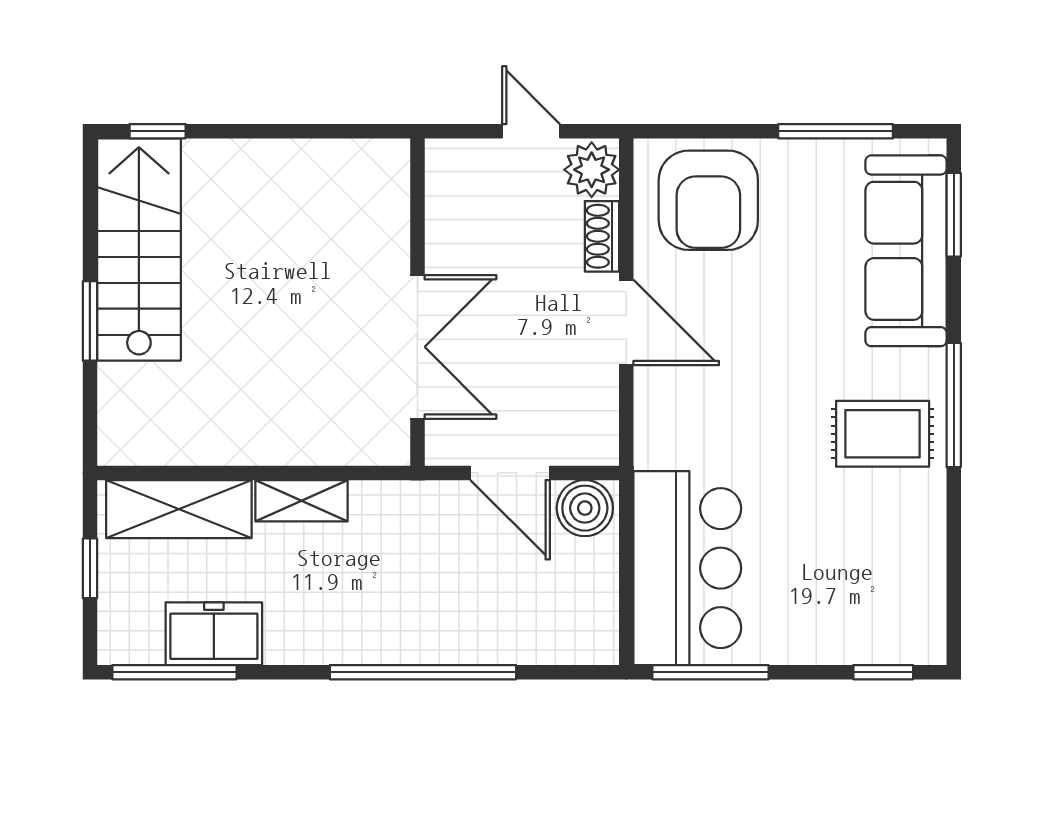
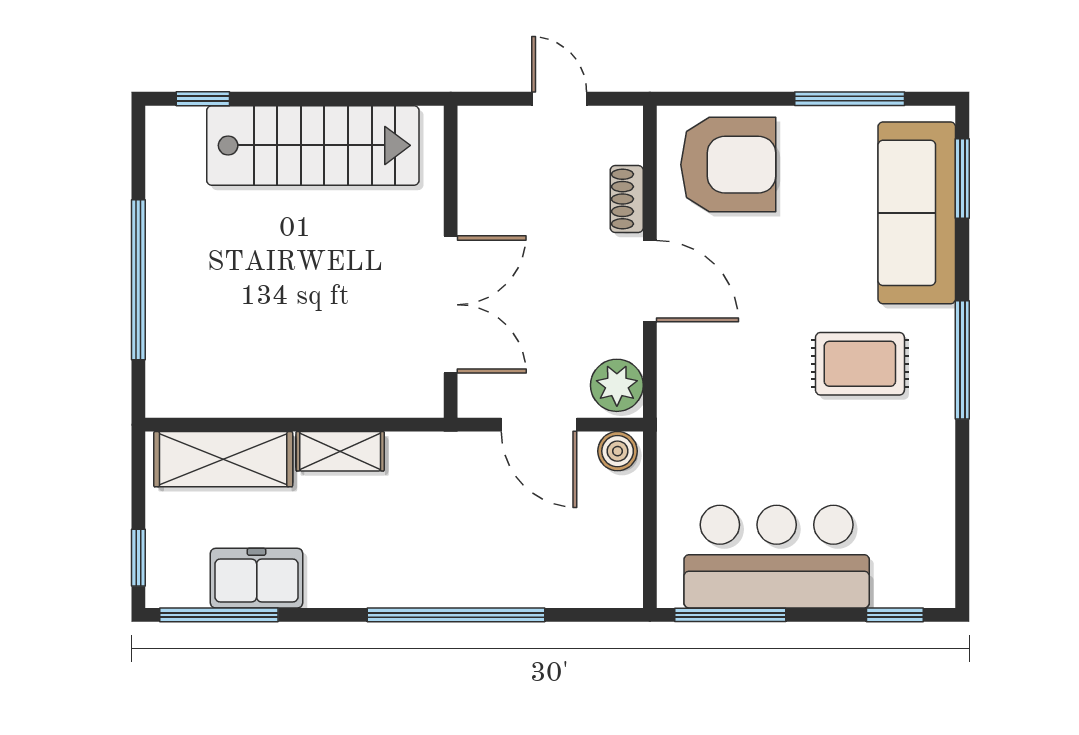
plant: (592, 170) -> (617, 385), moved
armchair: (708, 200) -> (728, 165), turned -90
stairs: (139, 249) -> (313, 145), moved, turned 90
window: (90, 321) -> (138, 280), width x2.11
rug: (883, 434) -> (860, 364), moved
boiler: (585, 508) -> (618, 451), width x0.73, depth x0.73
window: (90, 568) -> (138, 558), moved
bar counter: (687, 568) -> (777, 557), moved, turned -90

